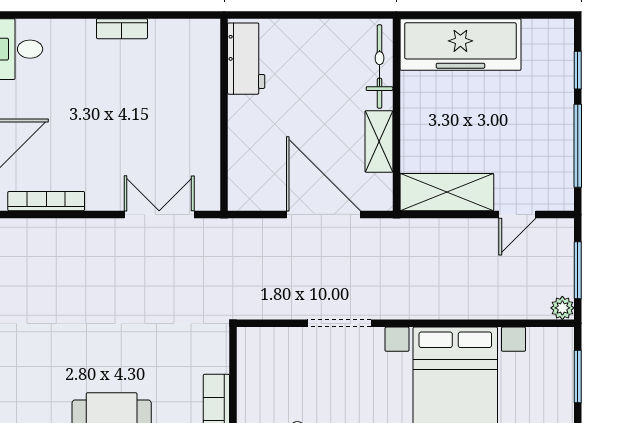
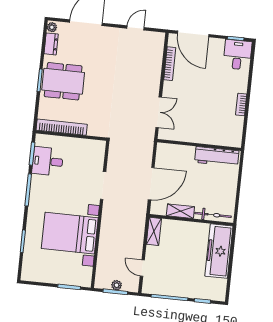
workbench: (246, 59) -> (217, 157), width x1.38
shelving: (447, 192) -> (154, 231), width x0.67, depth x0.75
plant: (562, 308) -> (117, 285), moved

